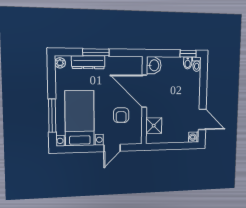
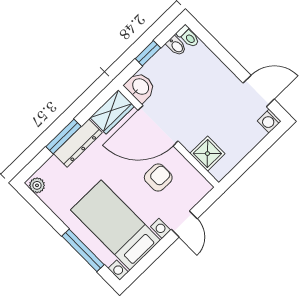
window: (188, 54) -> (148, 53), moved
dresser: (88, 62) -> (78, 143), moved
wardrobe: (130, 64) -> (112, 112), added
armchair: (121, 115) -> (158, 178), turned -90

